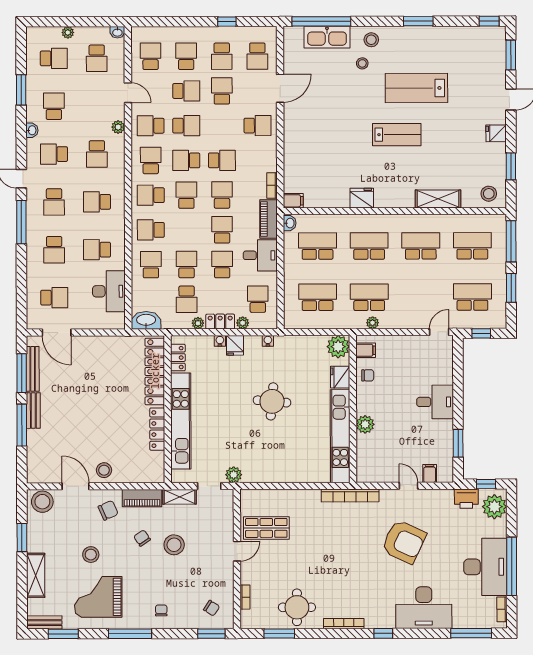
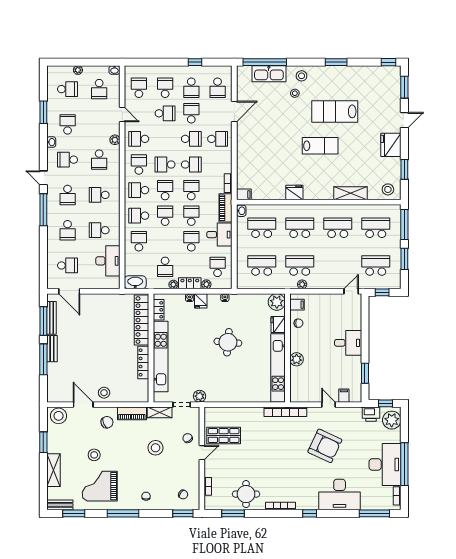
school desk: (186, 126) -> (191, 139), moved
fridge: (496, 133) -> (391, 145), width x1.88, depth x1.34
school desk: (186, 265) -> (165, 216), moved
chair: (142, 538) -> (188, 438), moved

